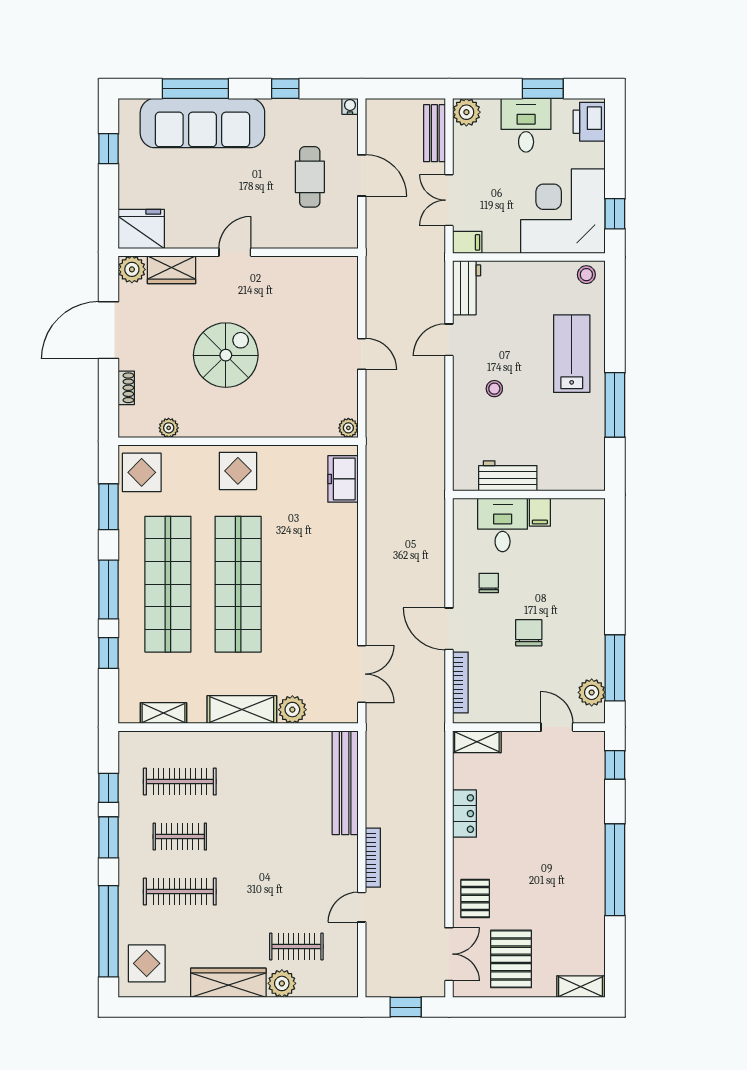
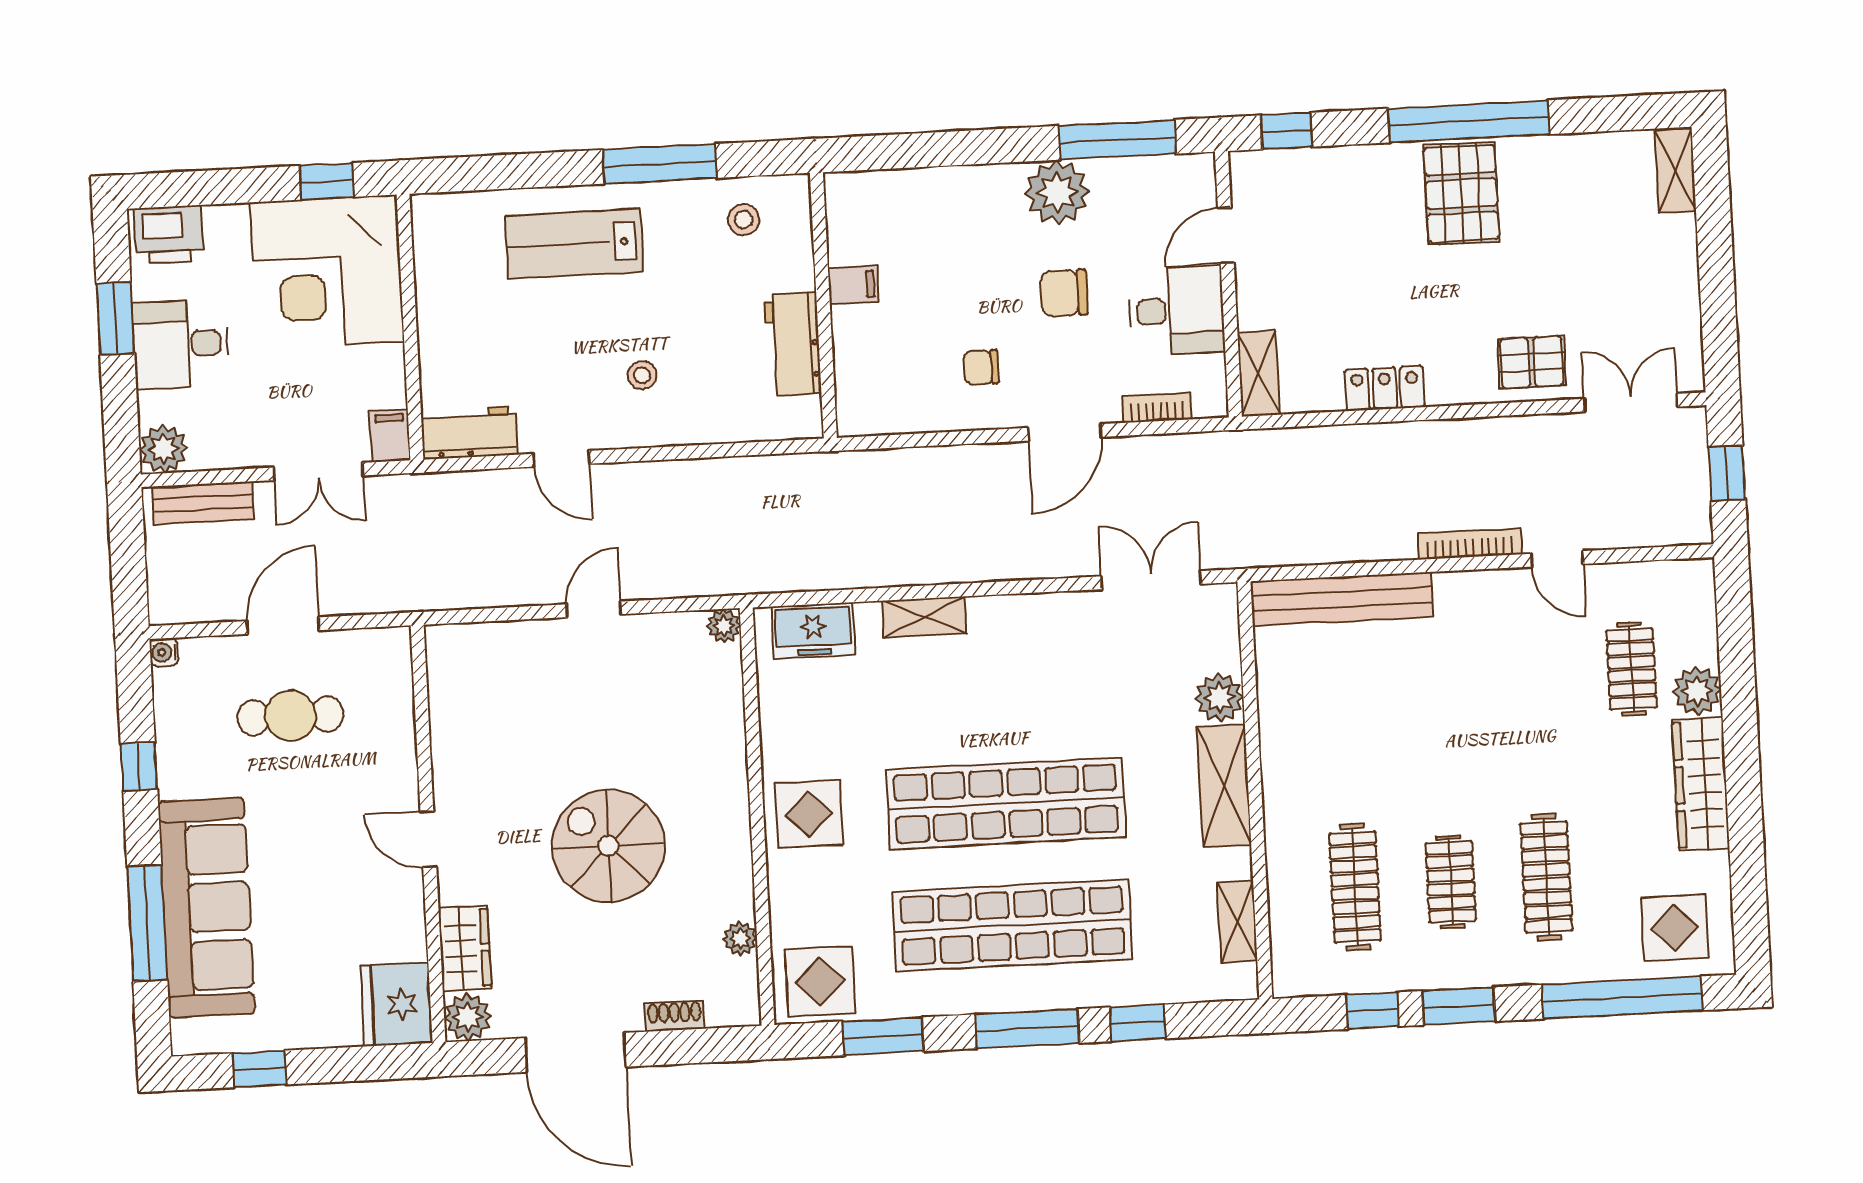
stool: (586, 275) -> (744, 219), moved
desk: (503, 525) -> (1177, 311), moved, turned 180
shelving: (347, 543) -> (924, 617), added
bookcase: (460, 683) -> (1157, 408), width x0.64
plant: (592, 692) -> (1057, 192), moved, width x1.36, depth x1.36
pallet: (511, 959) -> (1461, 193), moved, turned 90

